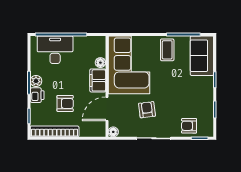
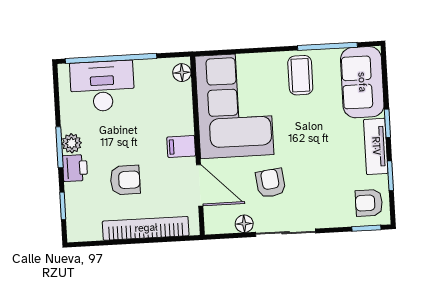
floor lamp: (100, 63) -> (182, 73), moved
filing cabinet: (98, 80) -> (181, 146), width x0.50
tv unit: (207, 92) -> (376, 146), added
door: (107, 109) -> (200, 185), swing flipped
armchair: (189, 126) -> (369, 203), moved
bookcase: (55, 131) -> (146, 228), moved
floor lamp: (113, 132) -> (244, 224), moved

